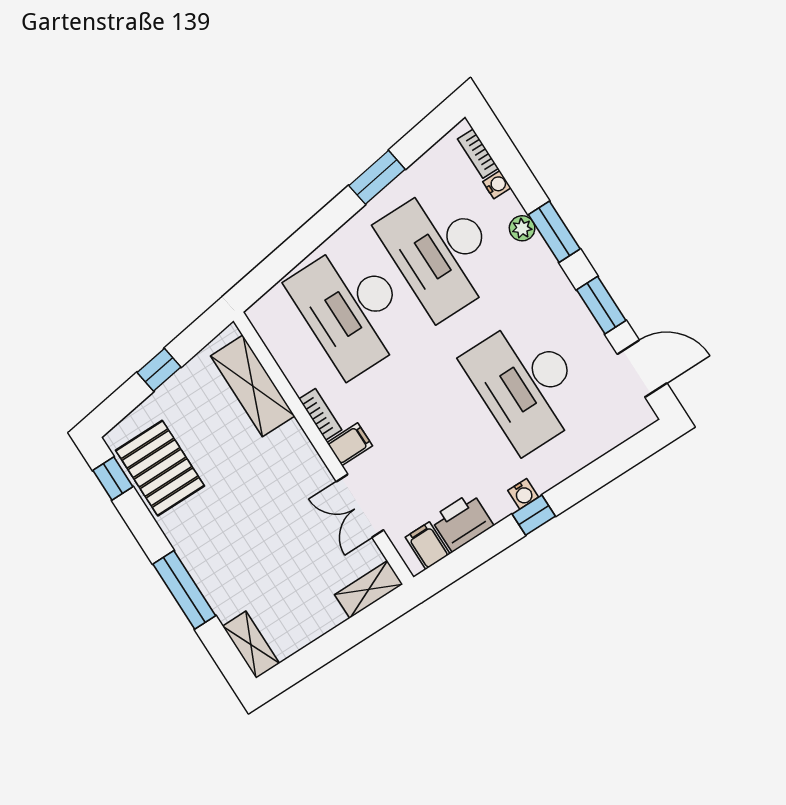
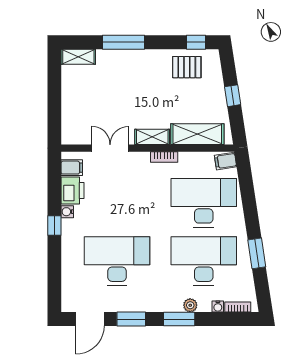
filing cabinet: (350, 444) -> (225, 161), moved, turned 81
pallet: (160, 468) -> (187, 67), width x0.67, depth x0.71
water cooler: (523, 494) -> (67, 212), moved
shelving: (369, 589) -> (152, 137), moved, turned 90

